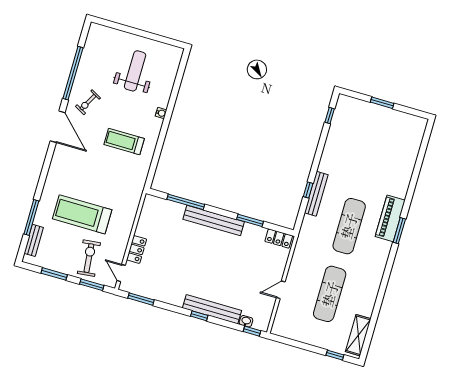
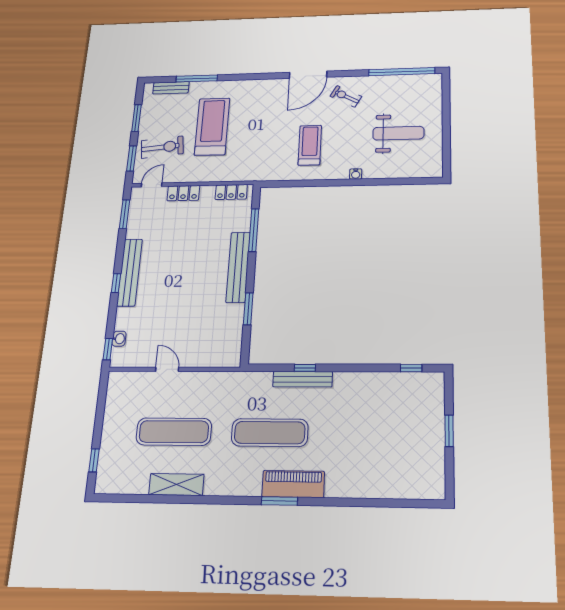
window: (73, 73) -> (402, 72), moved
locker: (279, 239) -> (231, 192), moved, turned -90
bench: (212, 309) -> (130, 272), moved
shelving: (358, 335) -> (176, 484), moved

